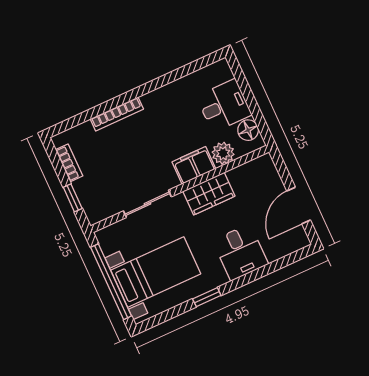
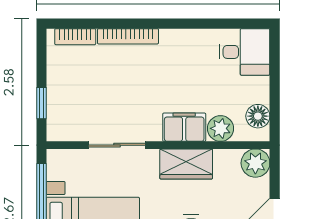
desk: (224, 106) -> (244, 52), moved
bookcase: (69, 163) -> (75, 37), moved, turned 90
plant: (263, 168) -> (255, 163), added

